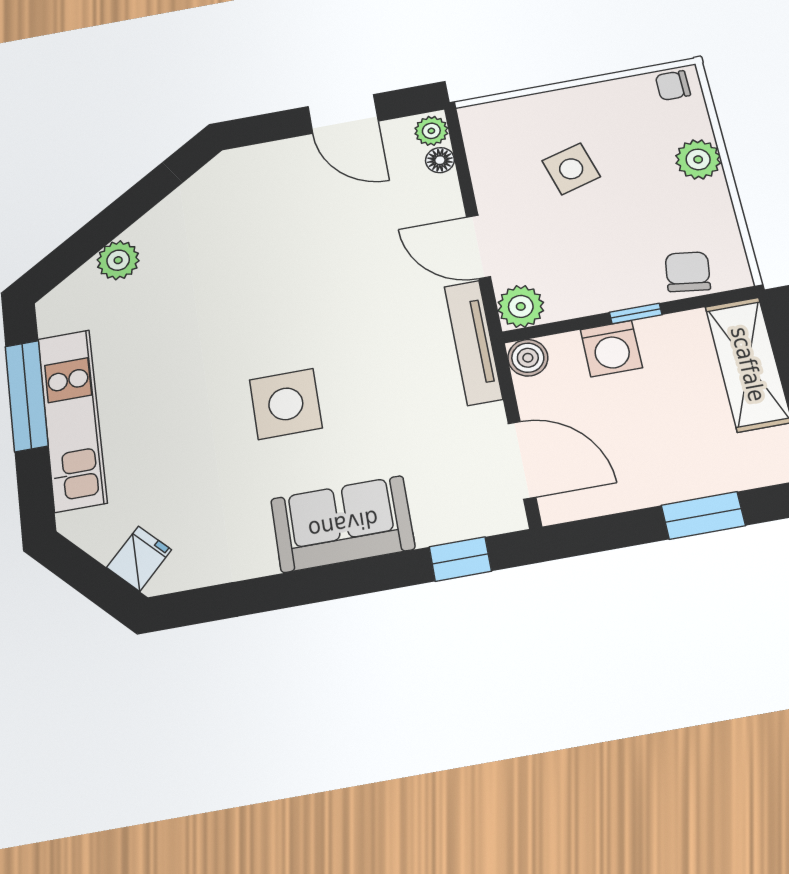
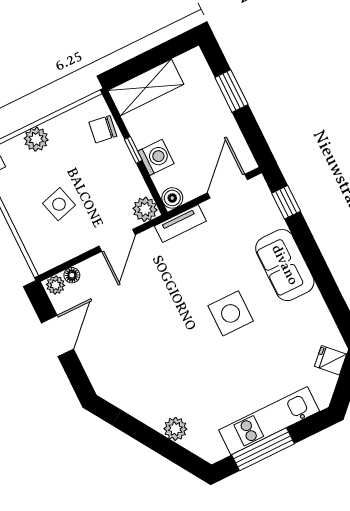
tv unit: (473, 342) -> (180, 224), width x0.71

